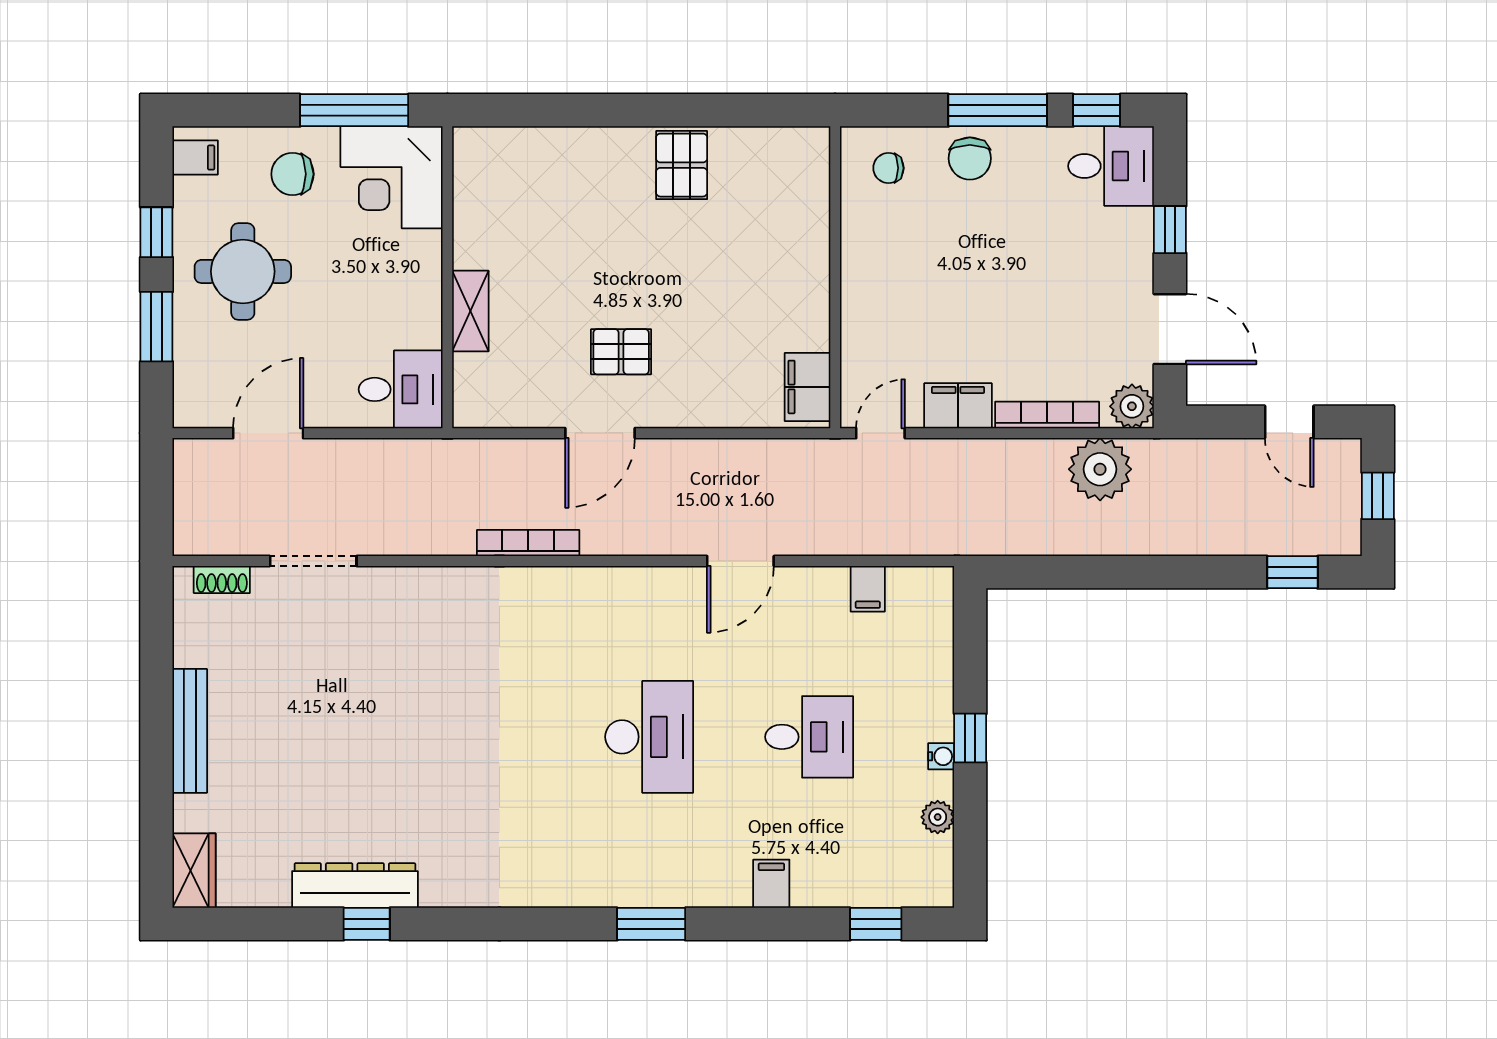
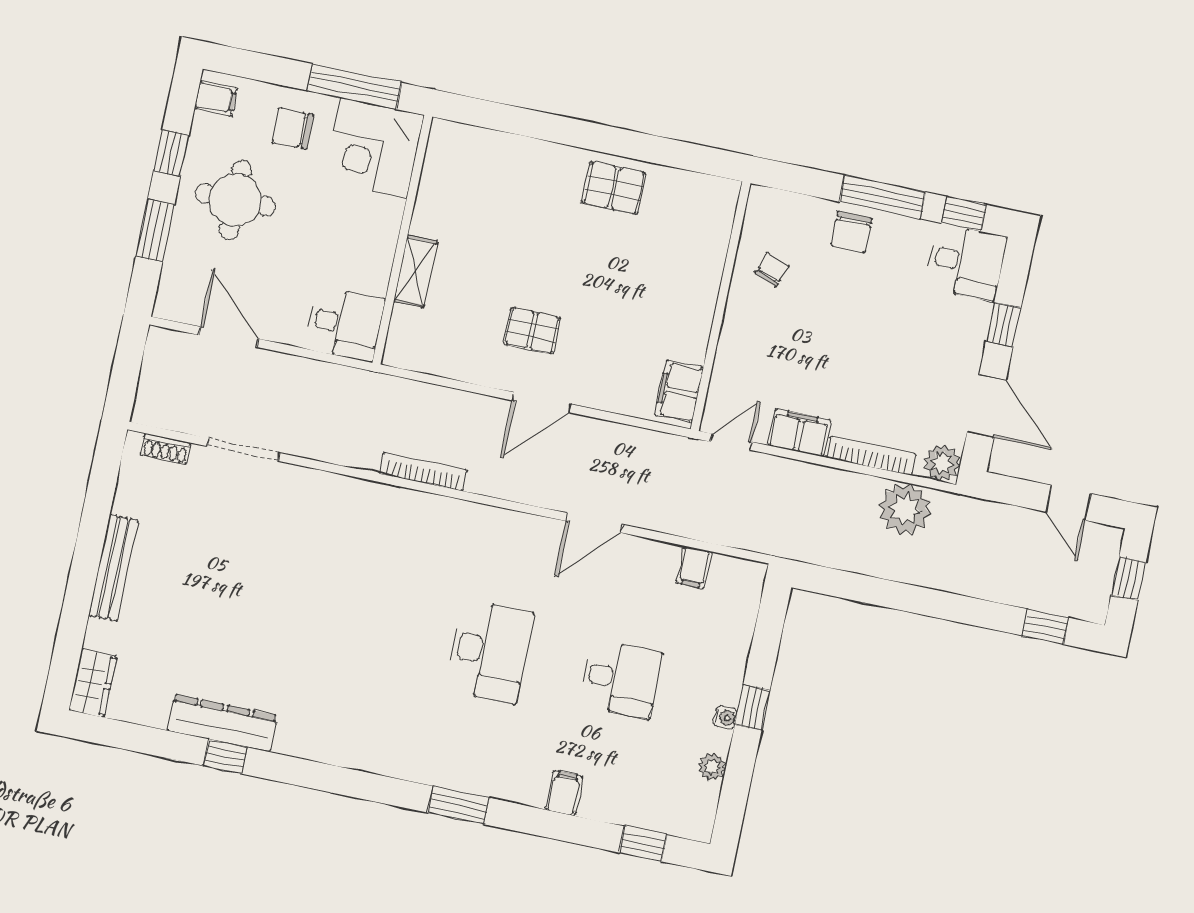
pallet: (682, 165) -> (614, 188), turned 90
chair: (888, 168) -> (772, 269), moved, turned 111
door: (268, 433) -> (229, 337), hinge flipped
door: (600, 433) -> (542, 402), moved

